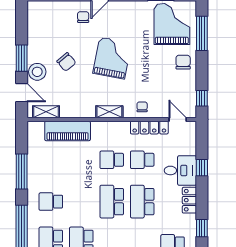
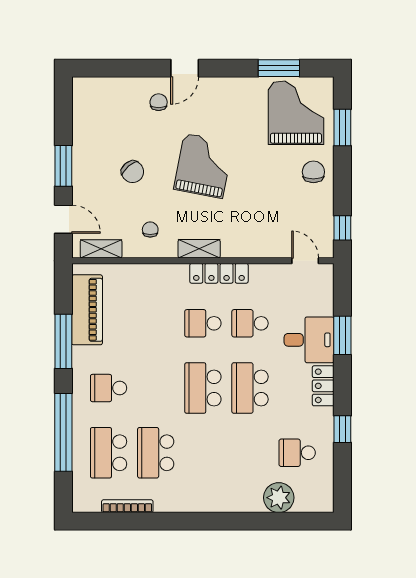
window: (202, 33) -> (342, 128), width x0.69
stool: (37, 72) -> (87, 187), removed
chair: (142, 107) -> (150, 230), moved
locker: (149, 128) -> (219, 273), moved
piano: (68, 131) -> (87, 310), moved, turned -90
window: (202, 168) -> (342, 335), width x1.50

